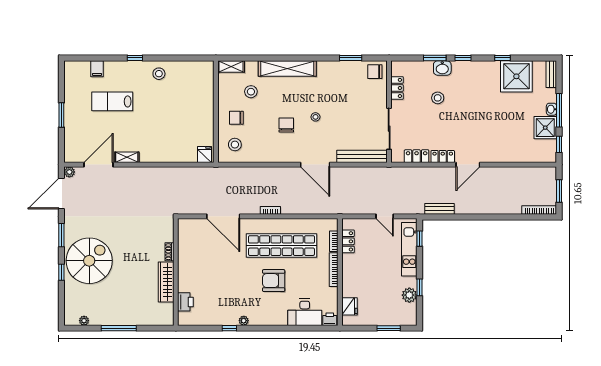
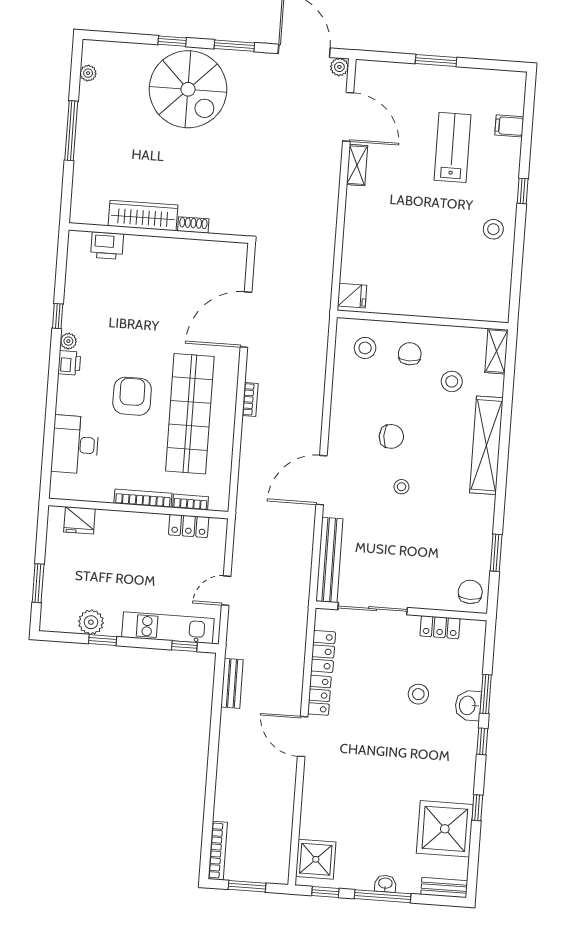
shower: (545, 128) -> (316, 859), moved
printer: (330, 319) -> (69, 363), moved

